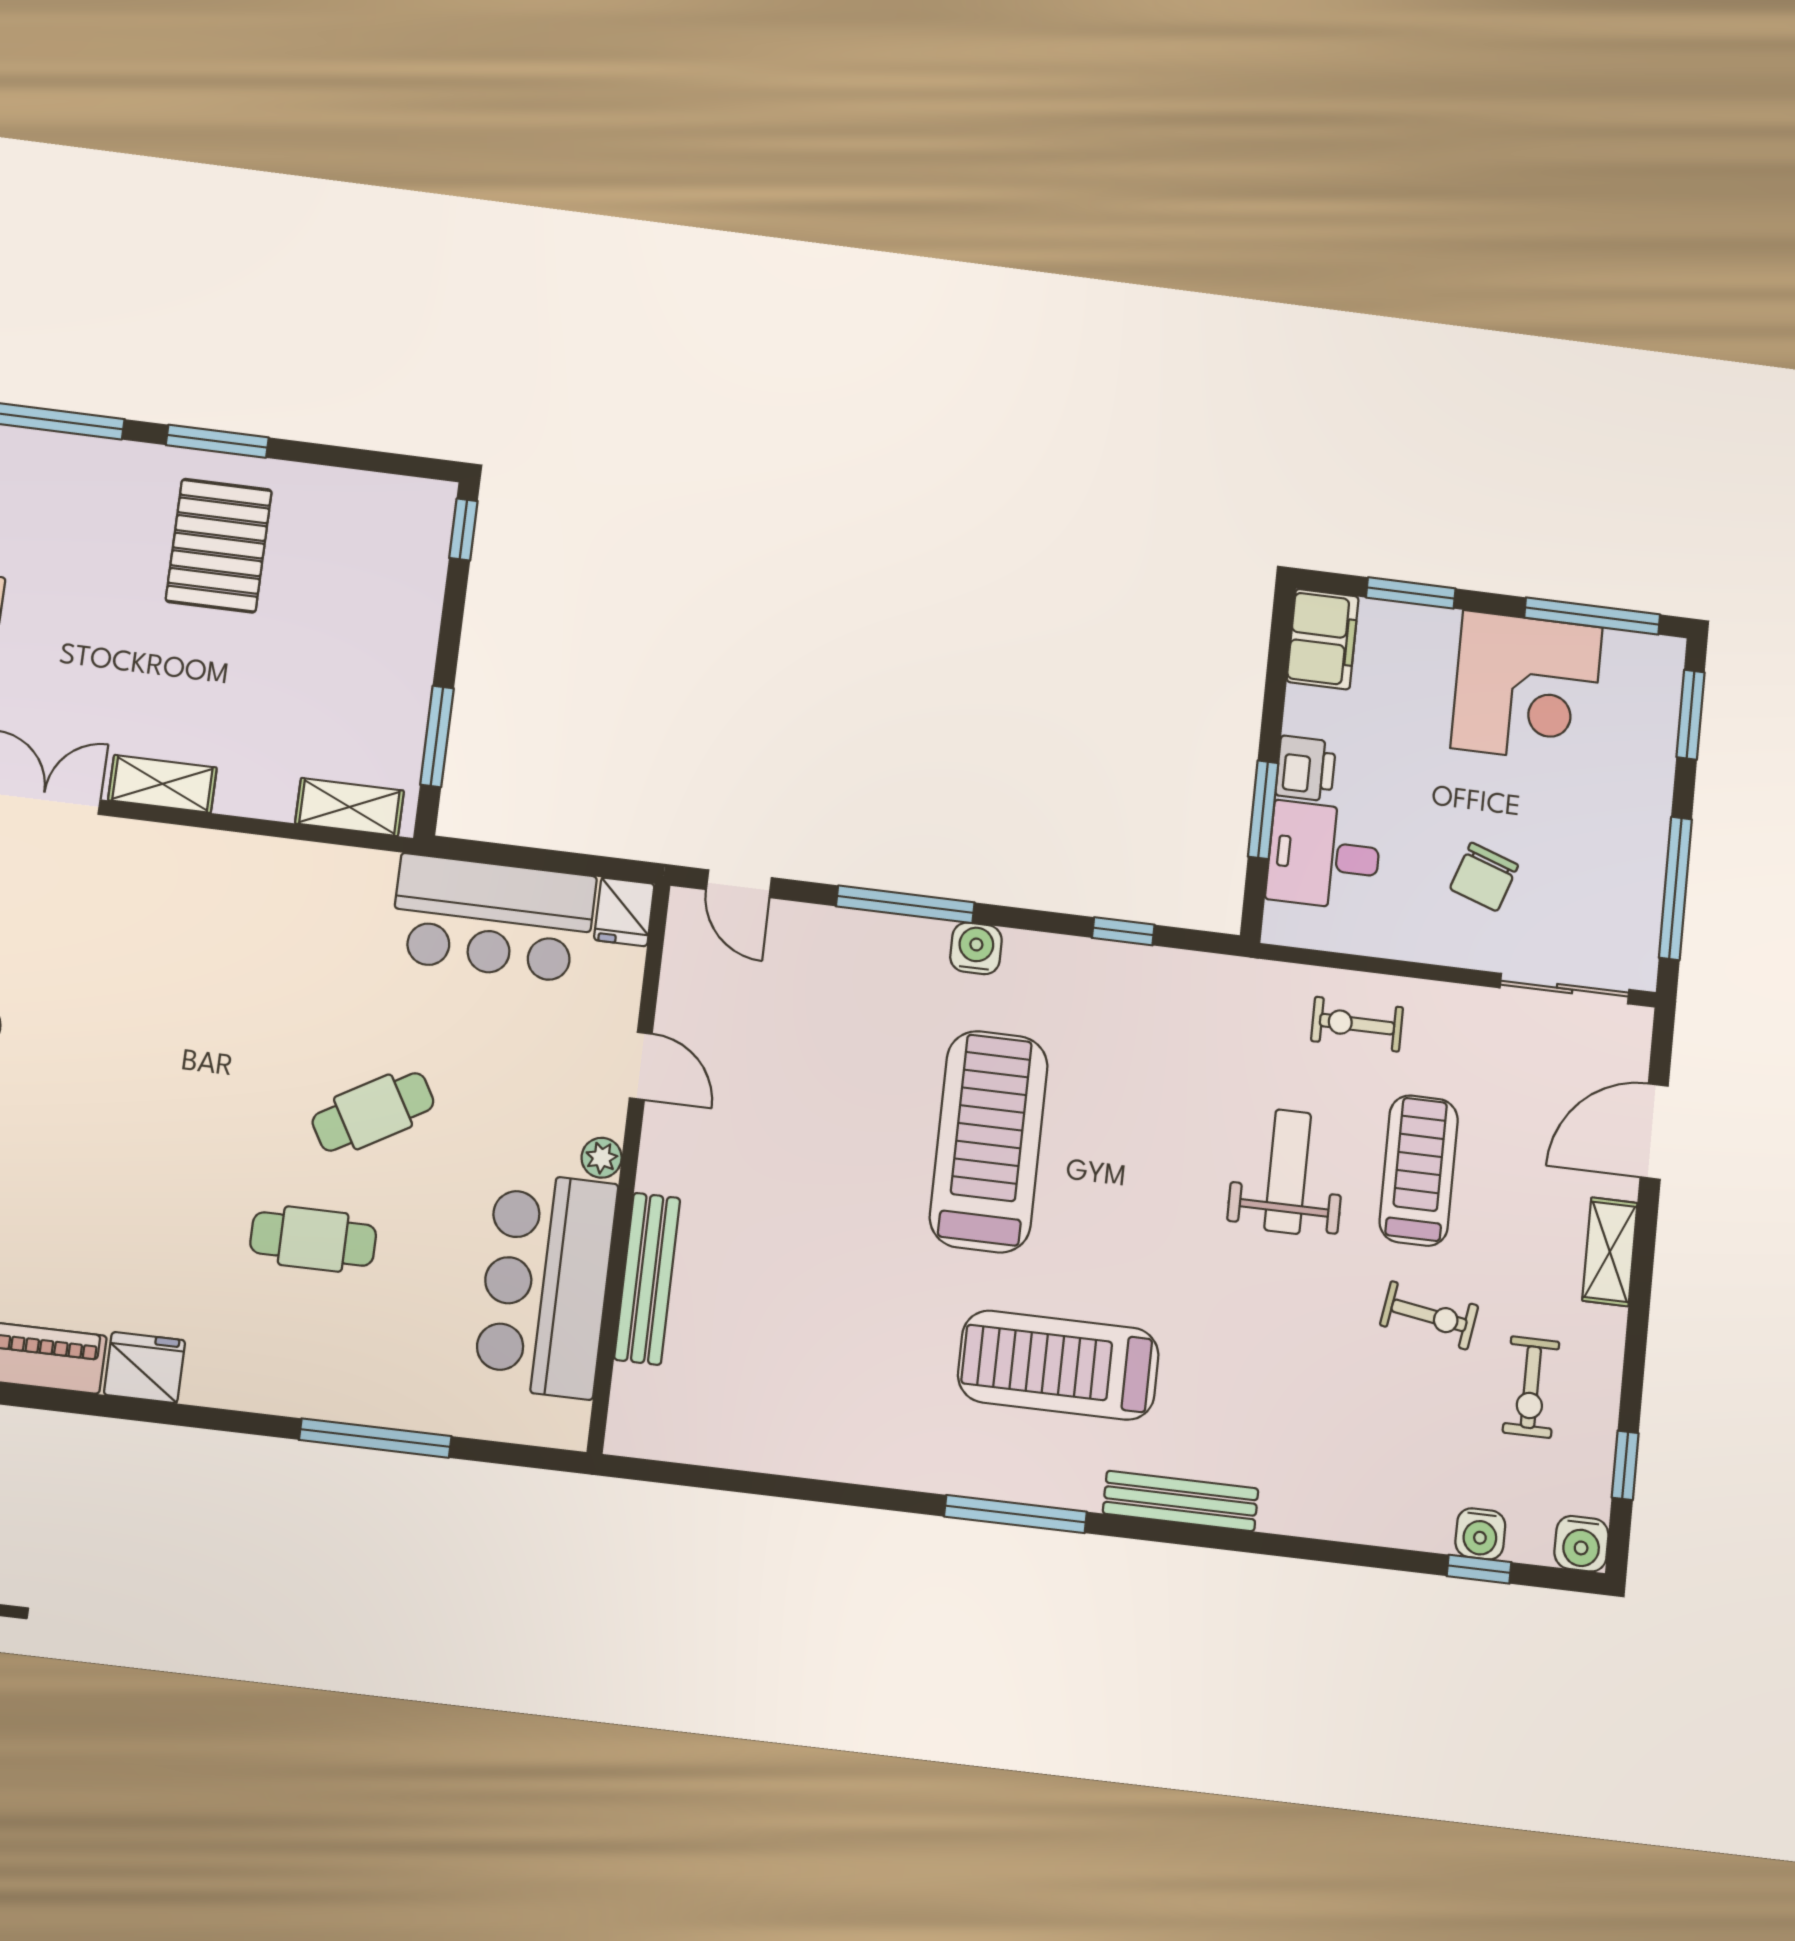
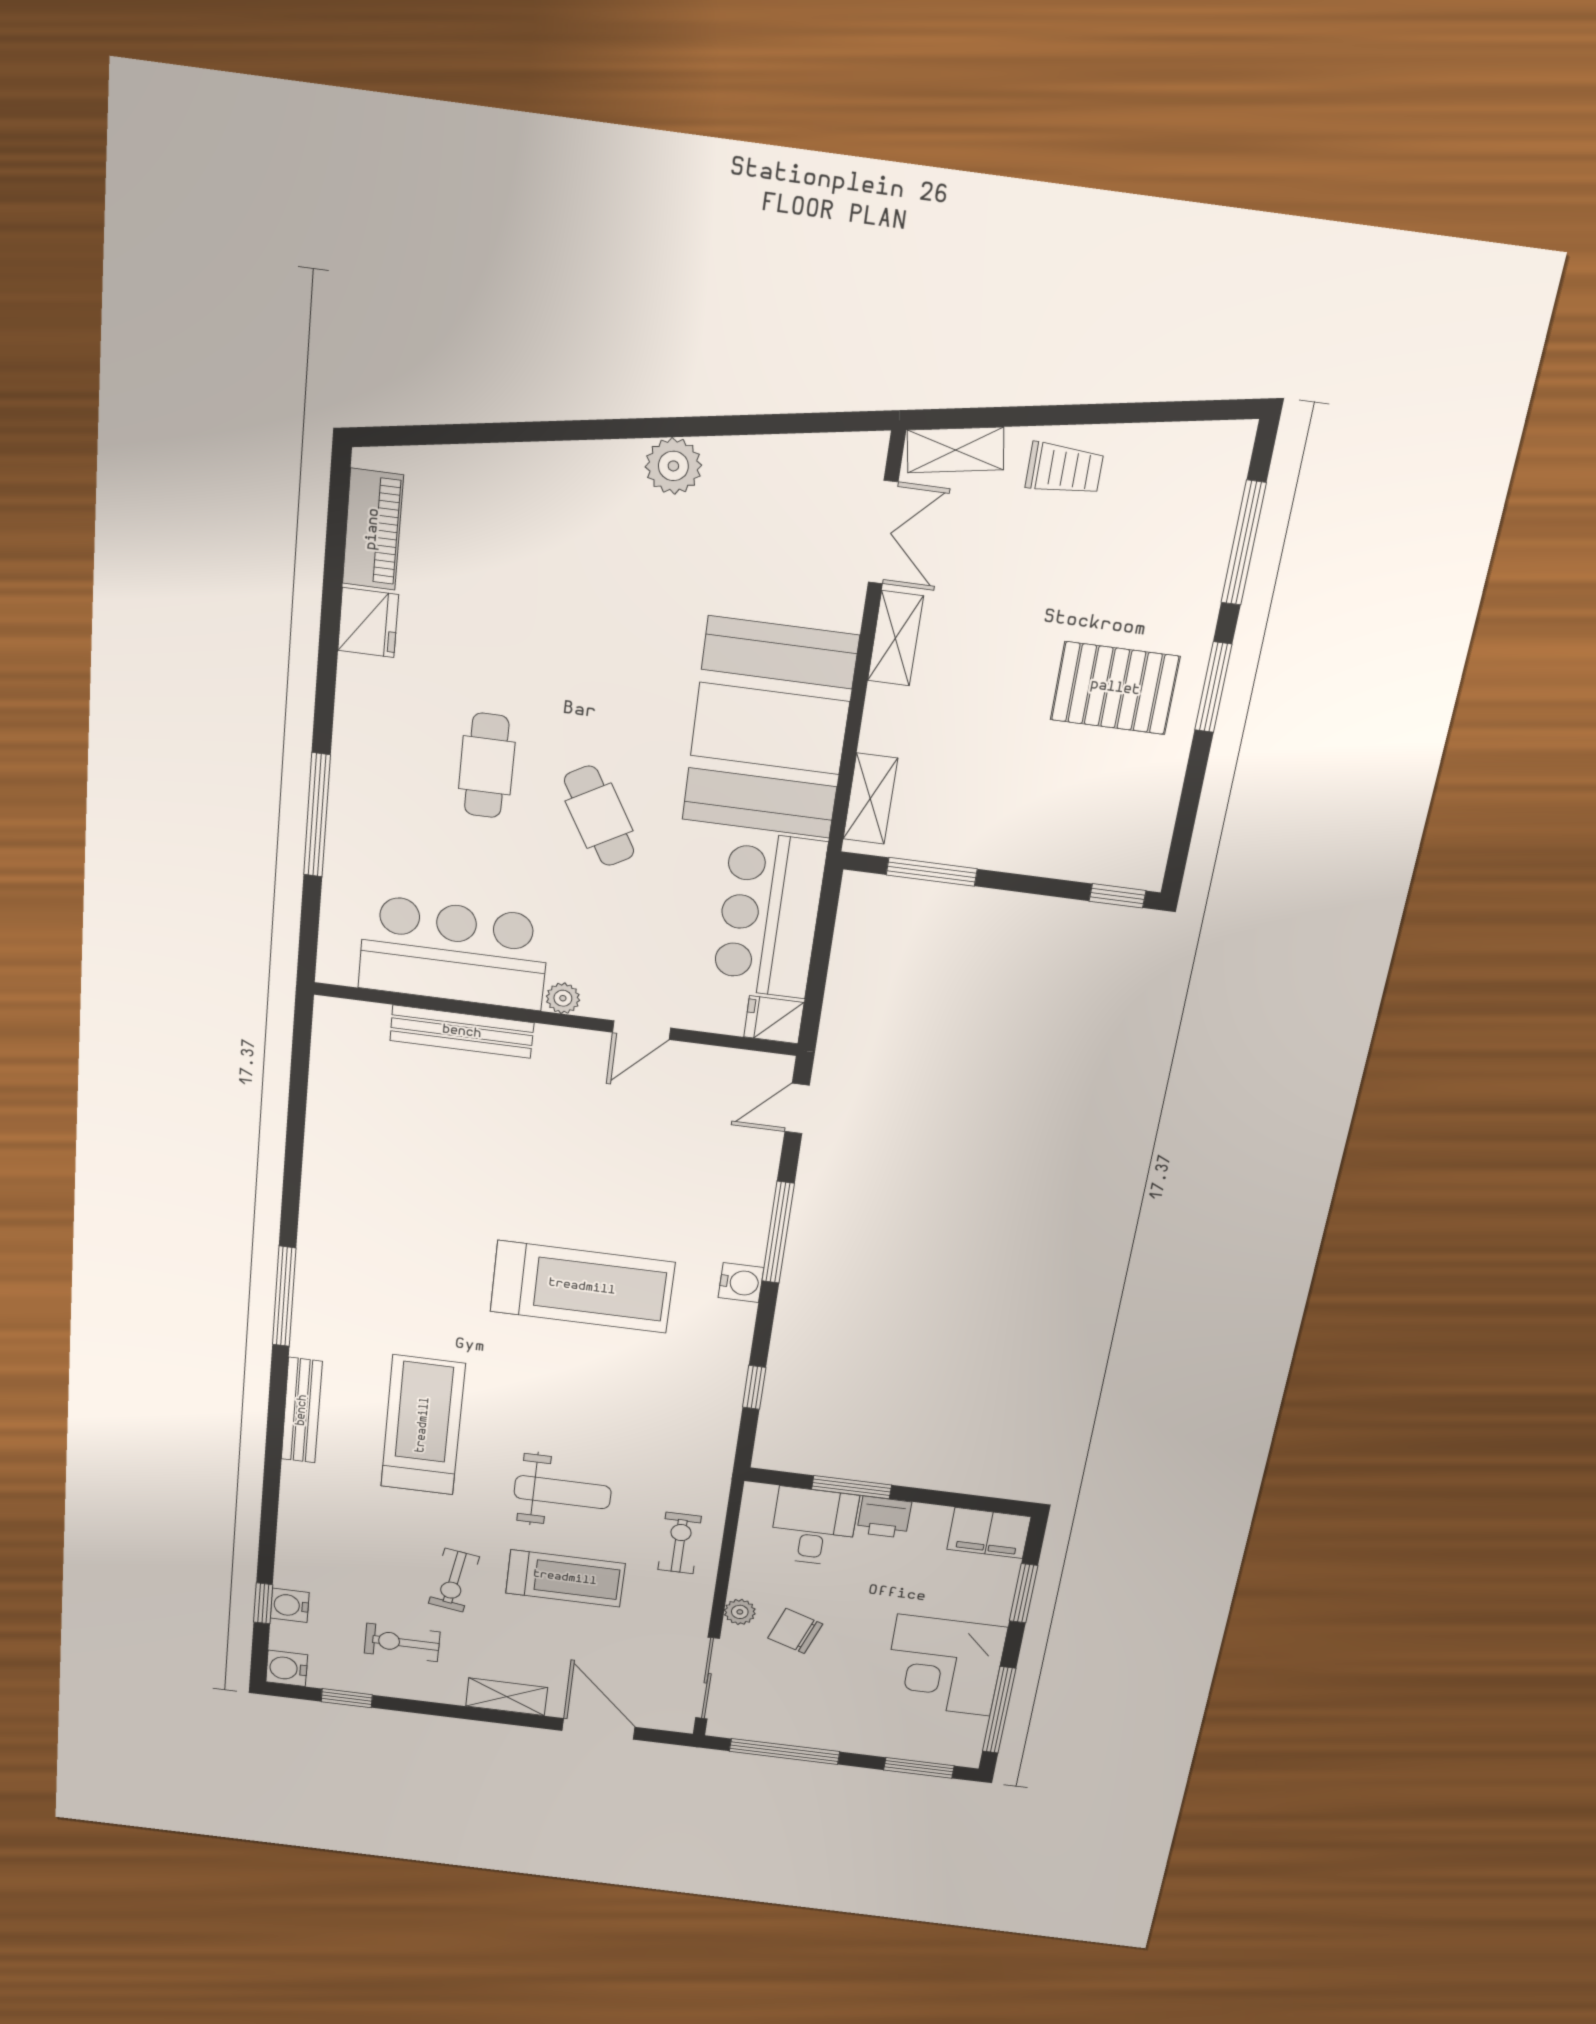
booth: (267, 920) -> (770, 728), added
plant: (1458, 947) -> (740, 1612), added
treadmill: (1058, 1365) -> (423, 1425), moved

